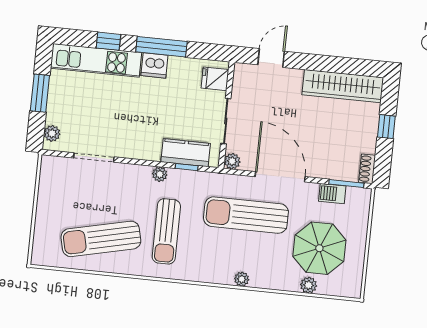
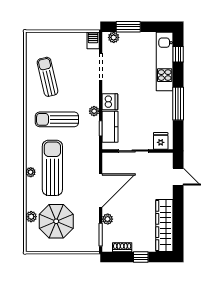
window: (108, 41) -> (178, 54), moved
dishwasher: (154, 65) -> (110, 102), moved, turned 180
window: (40, 93) -> (128, 27), moved
plant: (232, 161) -> (108, 219), moved
shoe rack: (367, 169) -> (122, 247), moved
barbecue: (332, 194) -> (93, 40), moved
sun lounger: (246, 215) -> (52, 168), moved
sun lounger: (101, 239) -> (48, 77), width x0.73, depth x0.75

